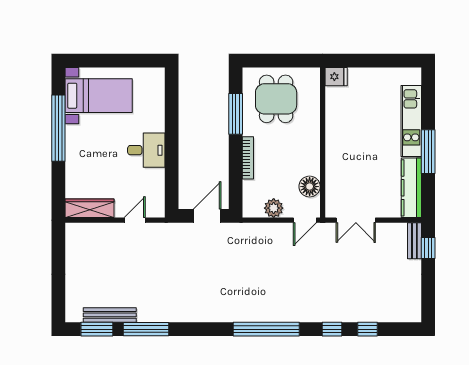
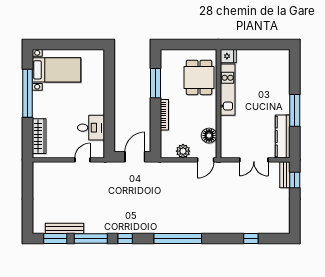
dining table: (276, 99) -> (199, 77), moved
kitchen unit: (411, 121) -> (228, 90), moved, turned 180
desk: (146, 150) -> (91, 128), moved
wardrobe: (90, 208) -> (39, 136), moved, turned 90
double door: (356, 220) -> (254, 160), moved
window: (332, 329) -> (125, 239), moved

